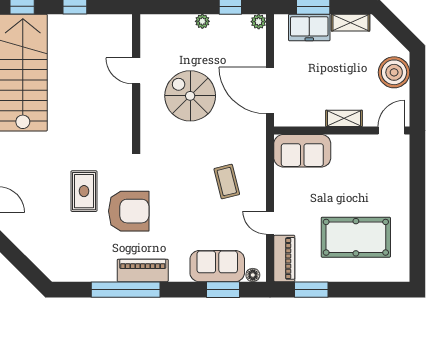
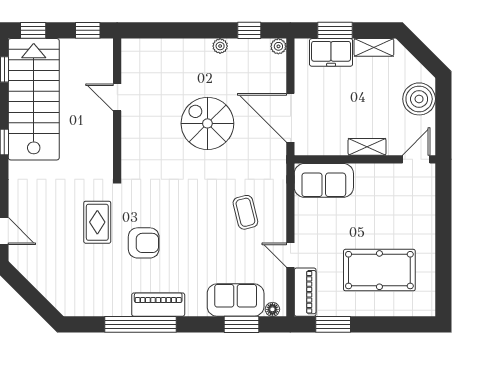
door: (136, 71) -> (117, 97), moved
wall: (136, 80) -> (117, 107), moved
armchair: (129, 211) -> (144, 243), width x0.73, depth x0.73

